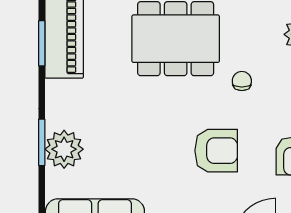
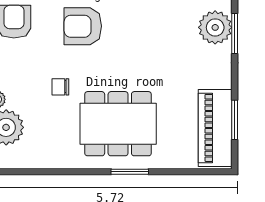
chair: (242, 81) -> (60, 87), turned 90

